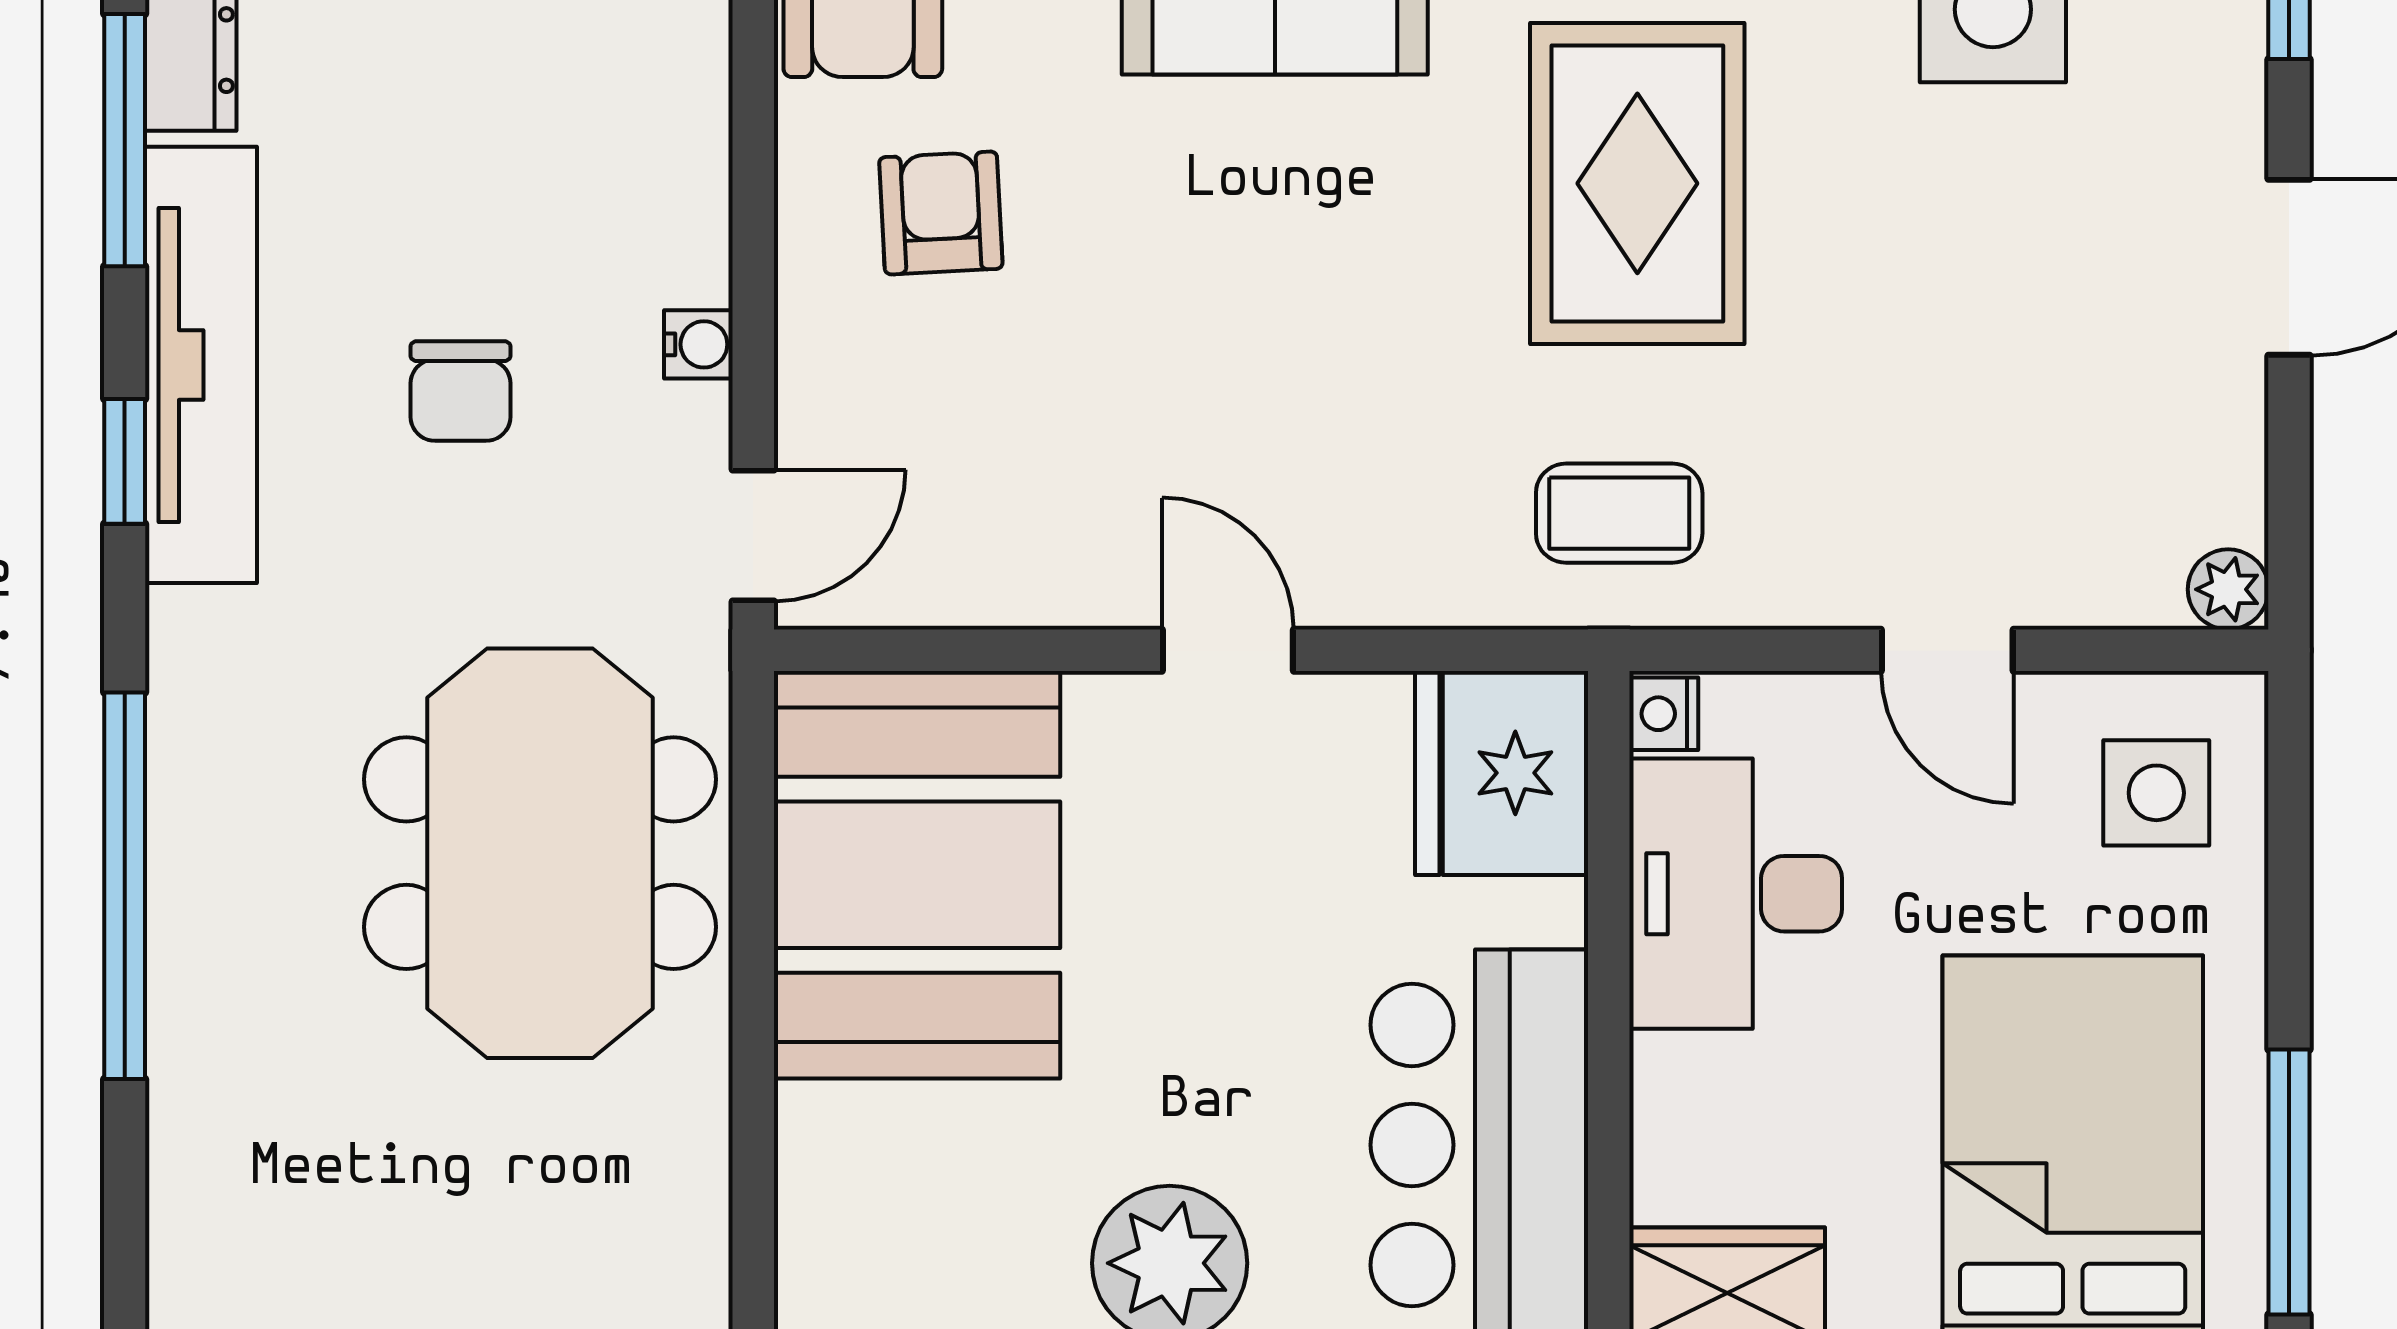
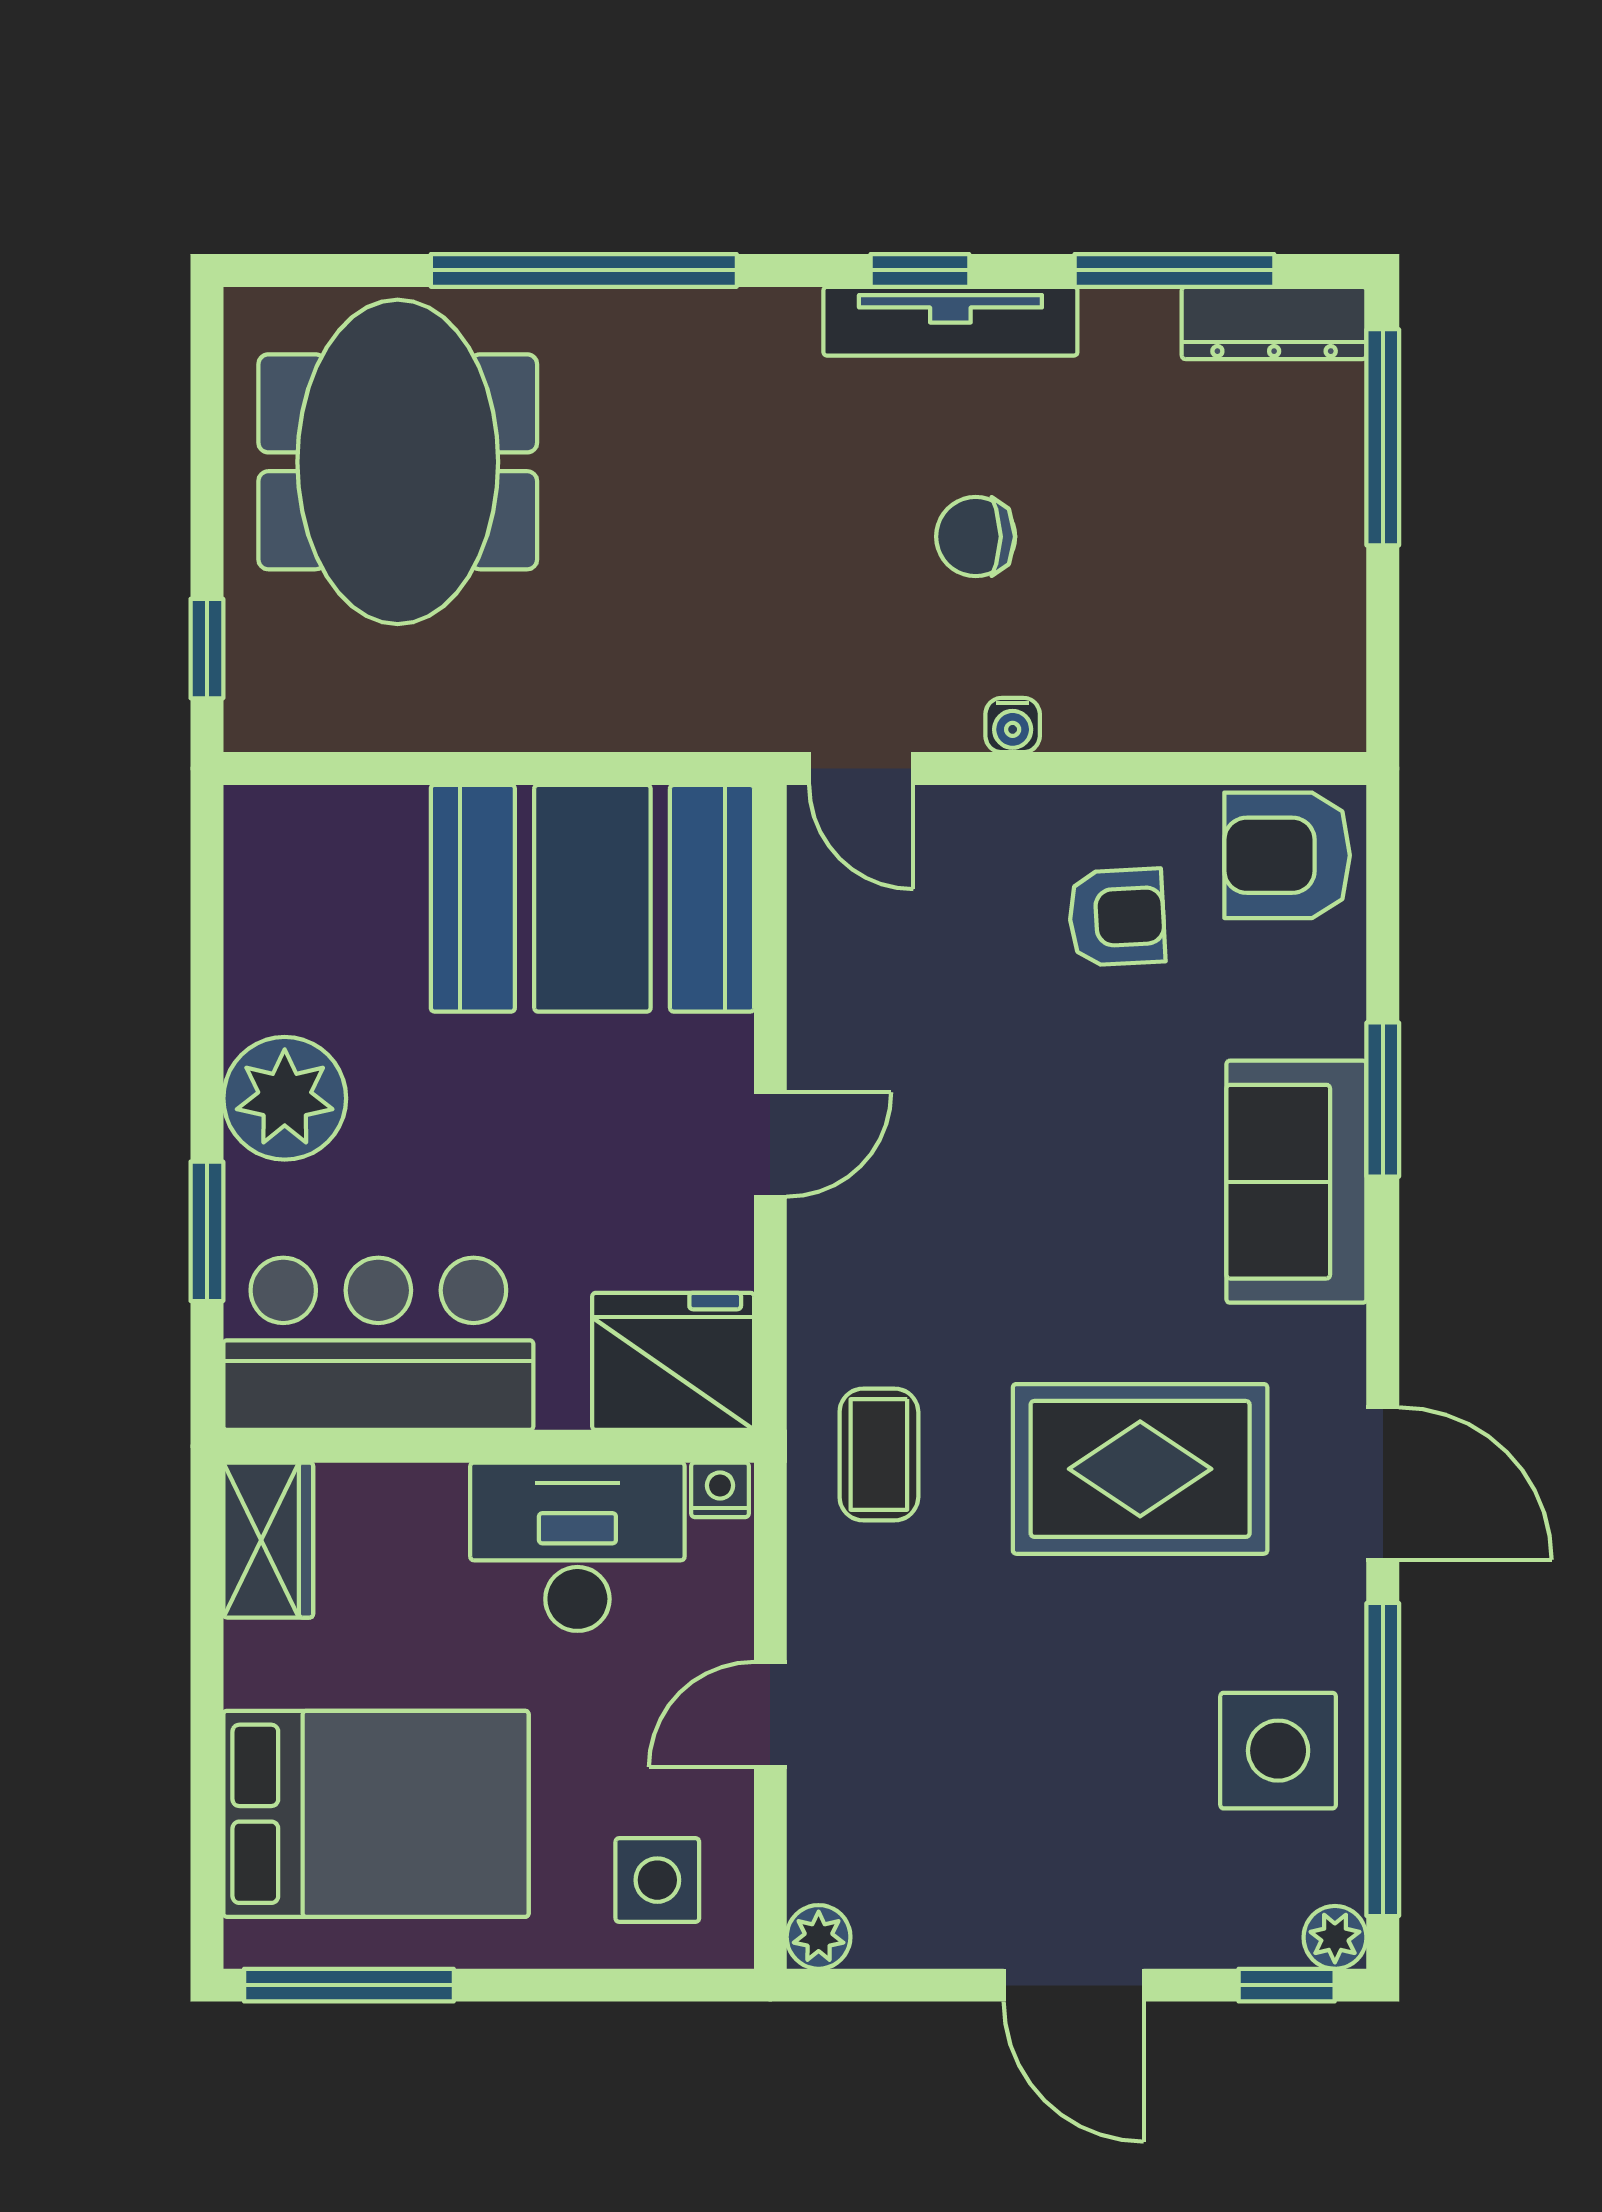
tv unit: (201, 365) -> (950, 321), width x0.73, depth x0.78
meeting table: (540, 853) -> (398, 462), moved, turned 90

